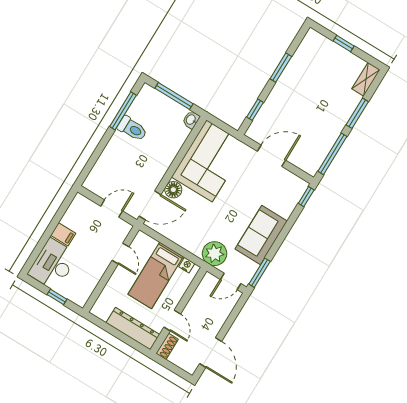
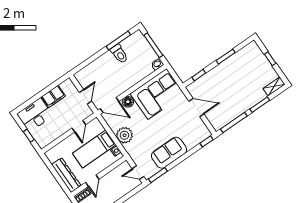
door: (112, 209) -> (85, 97), hinge flipped
filing cabinet: (63, 234) -> (53, 96), width x2.00
plant: (215, 254) -> (124, 135), moved

